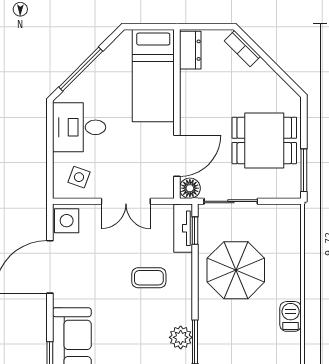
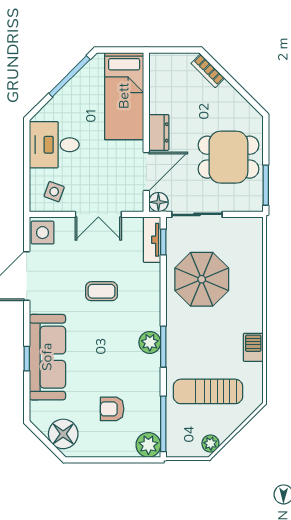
dresser: (190, 50) -> (159, 132), moved
window: (81, 69) -> (69, 76), moved
coffee table: (149, 278) -> (101, 291), moved
barbecue: (291, 316) -> (253, 347), moved

